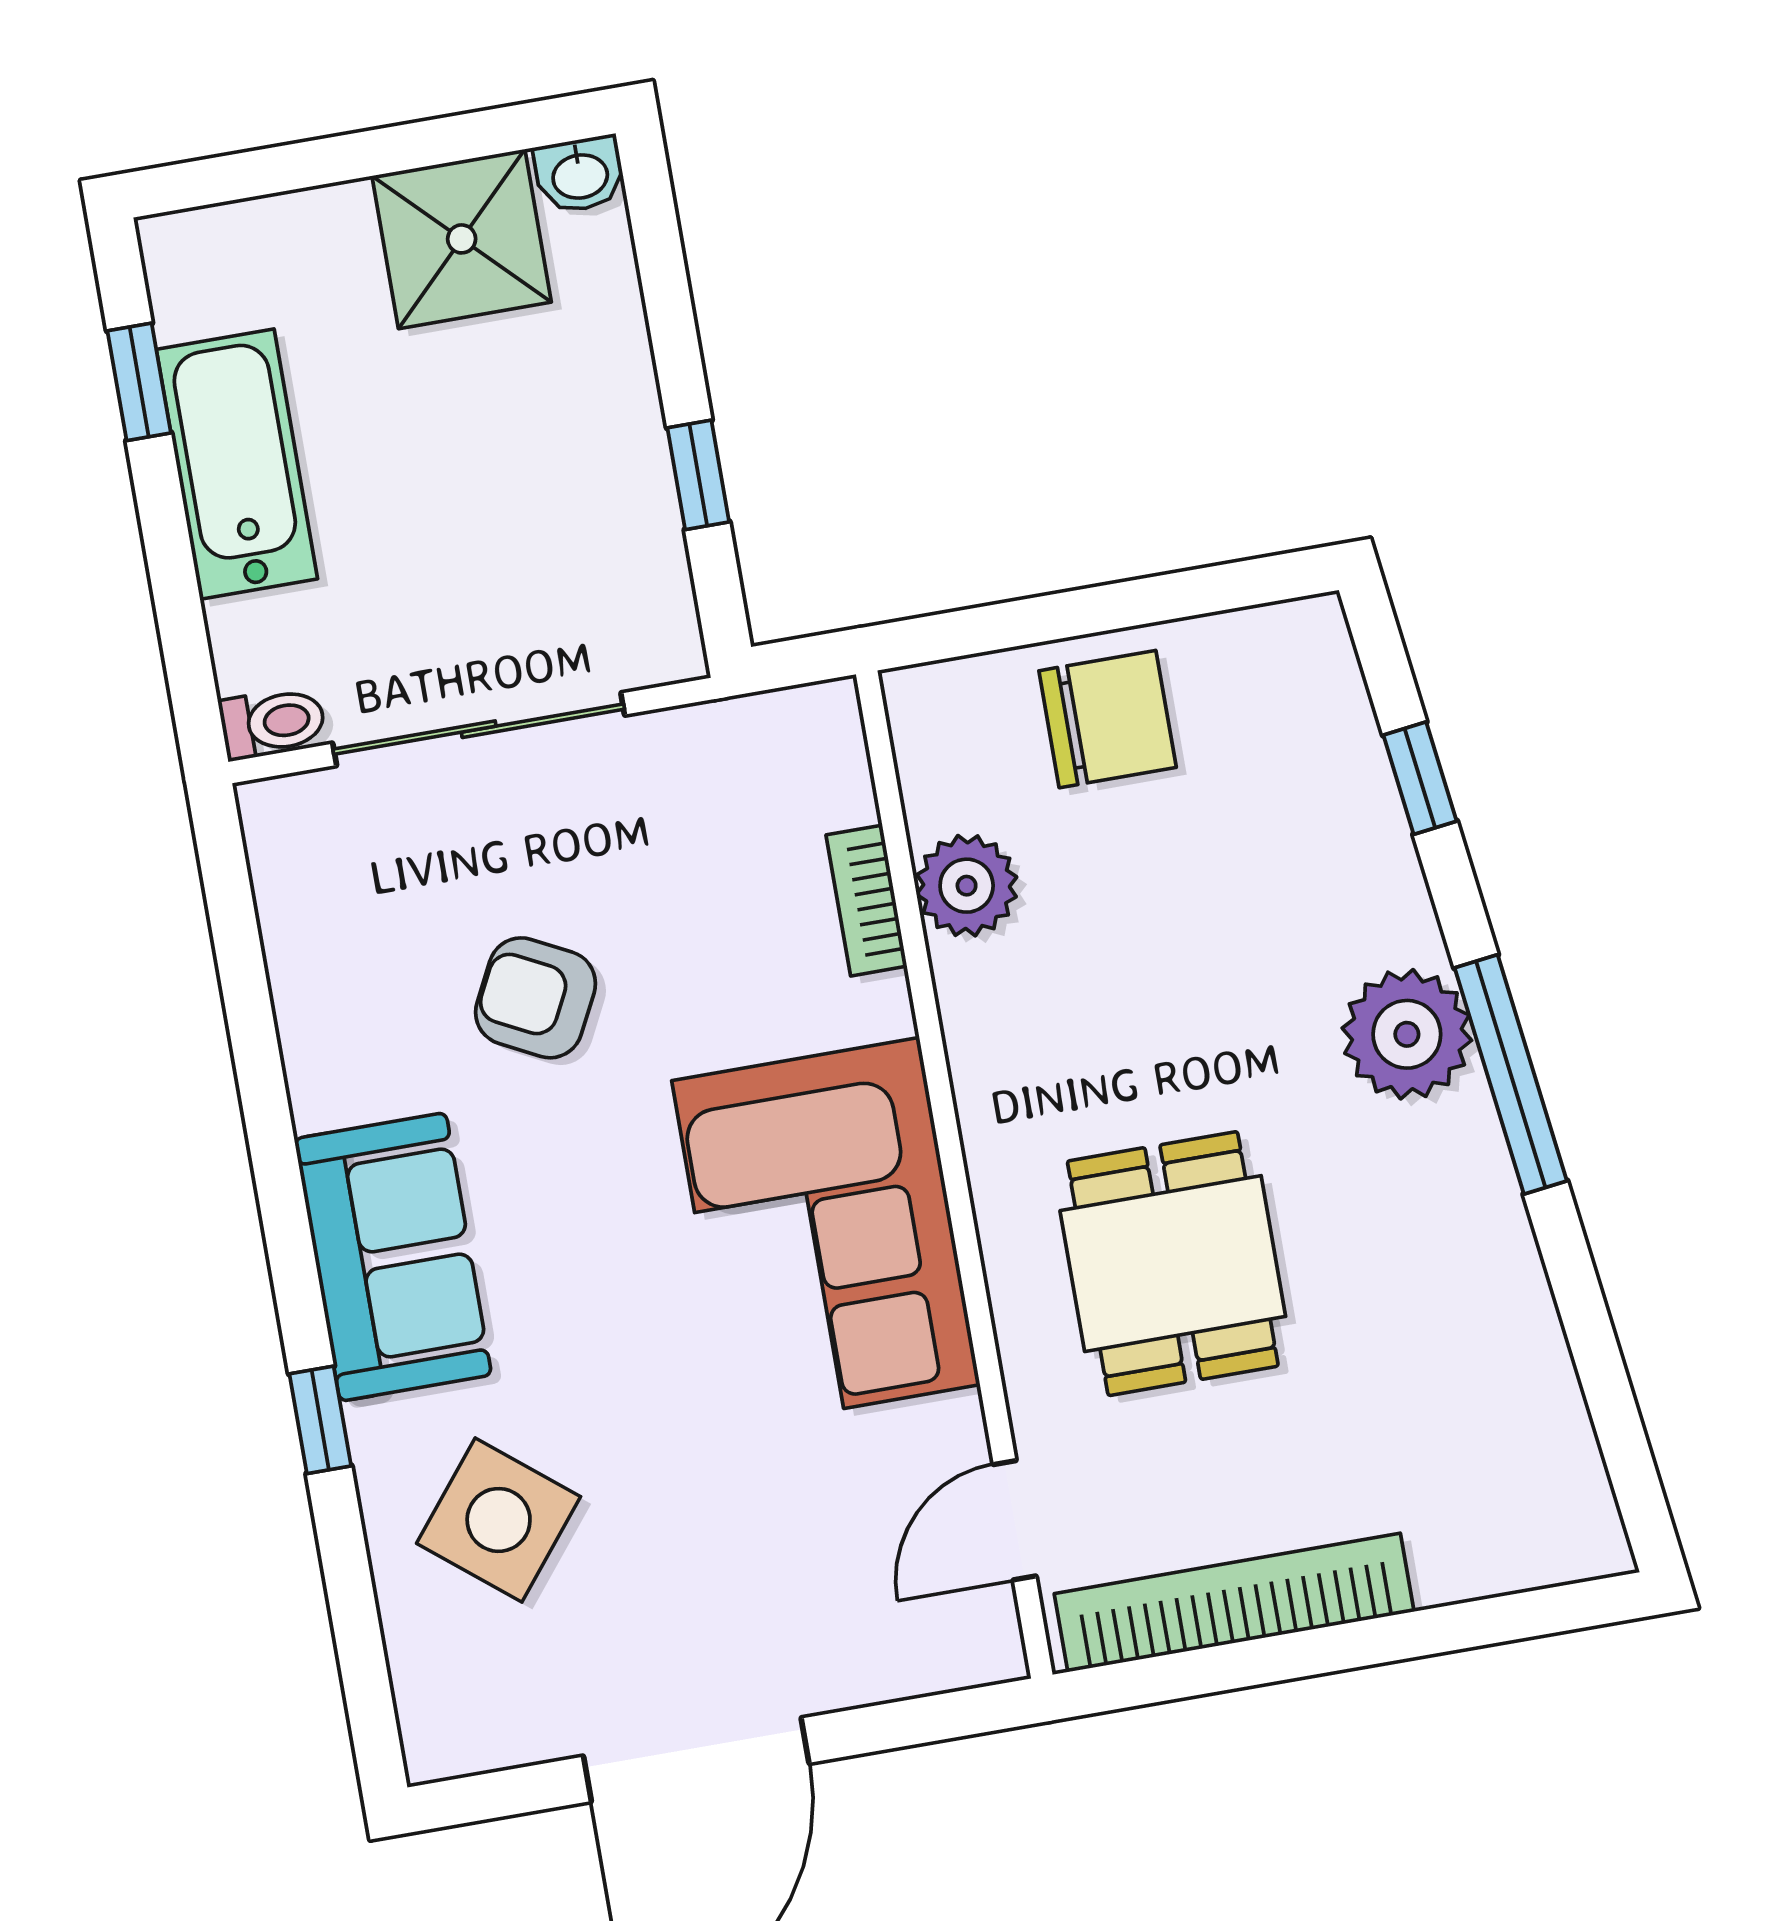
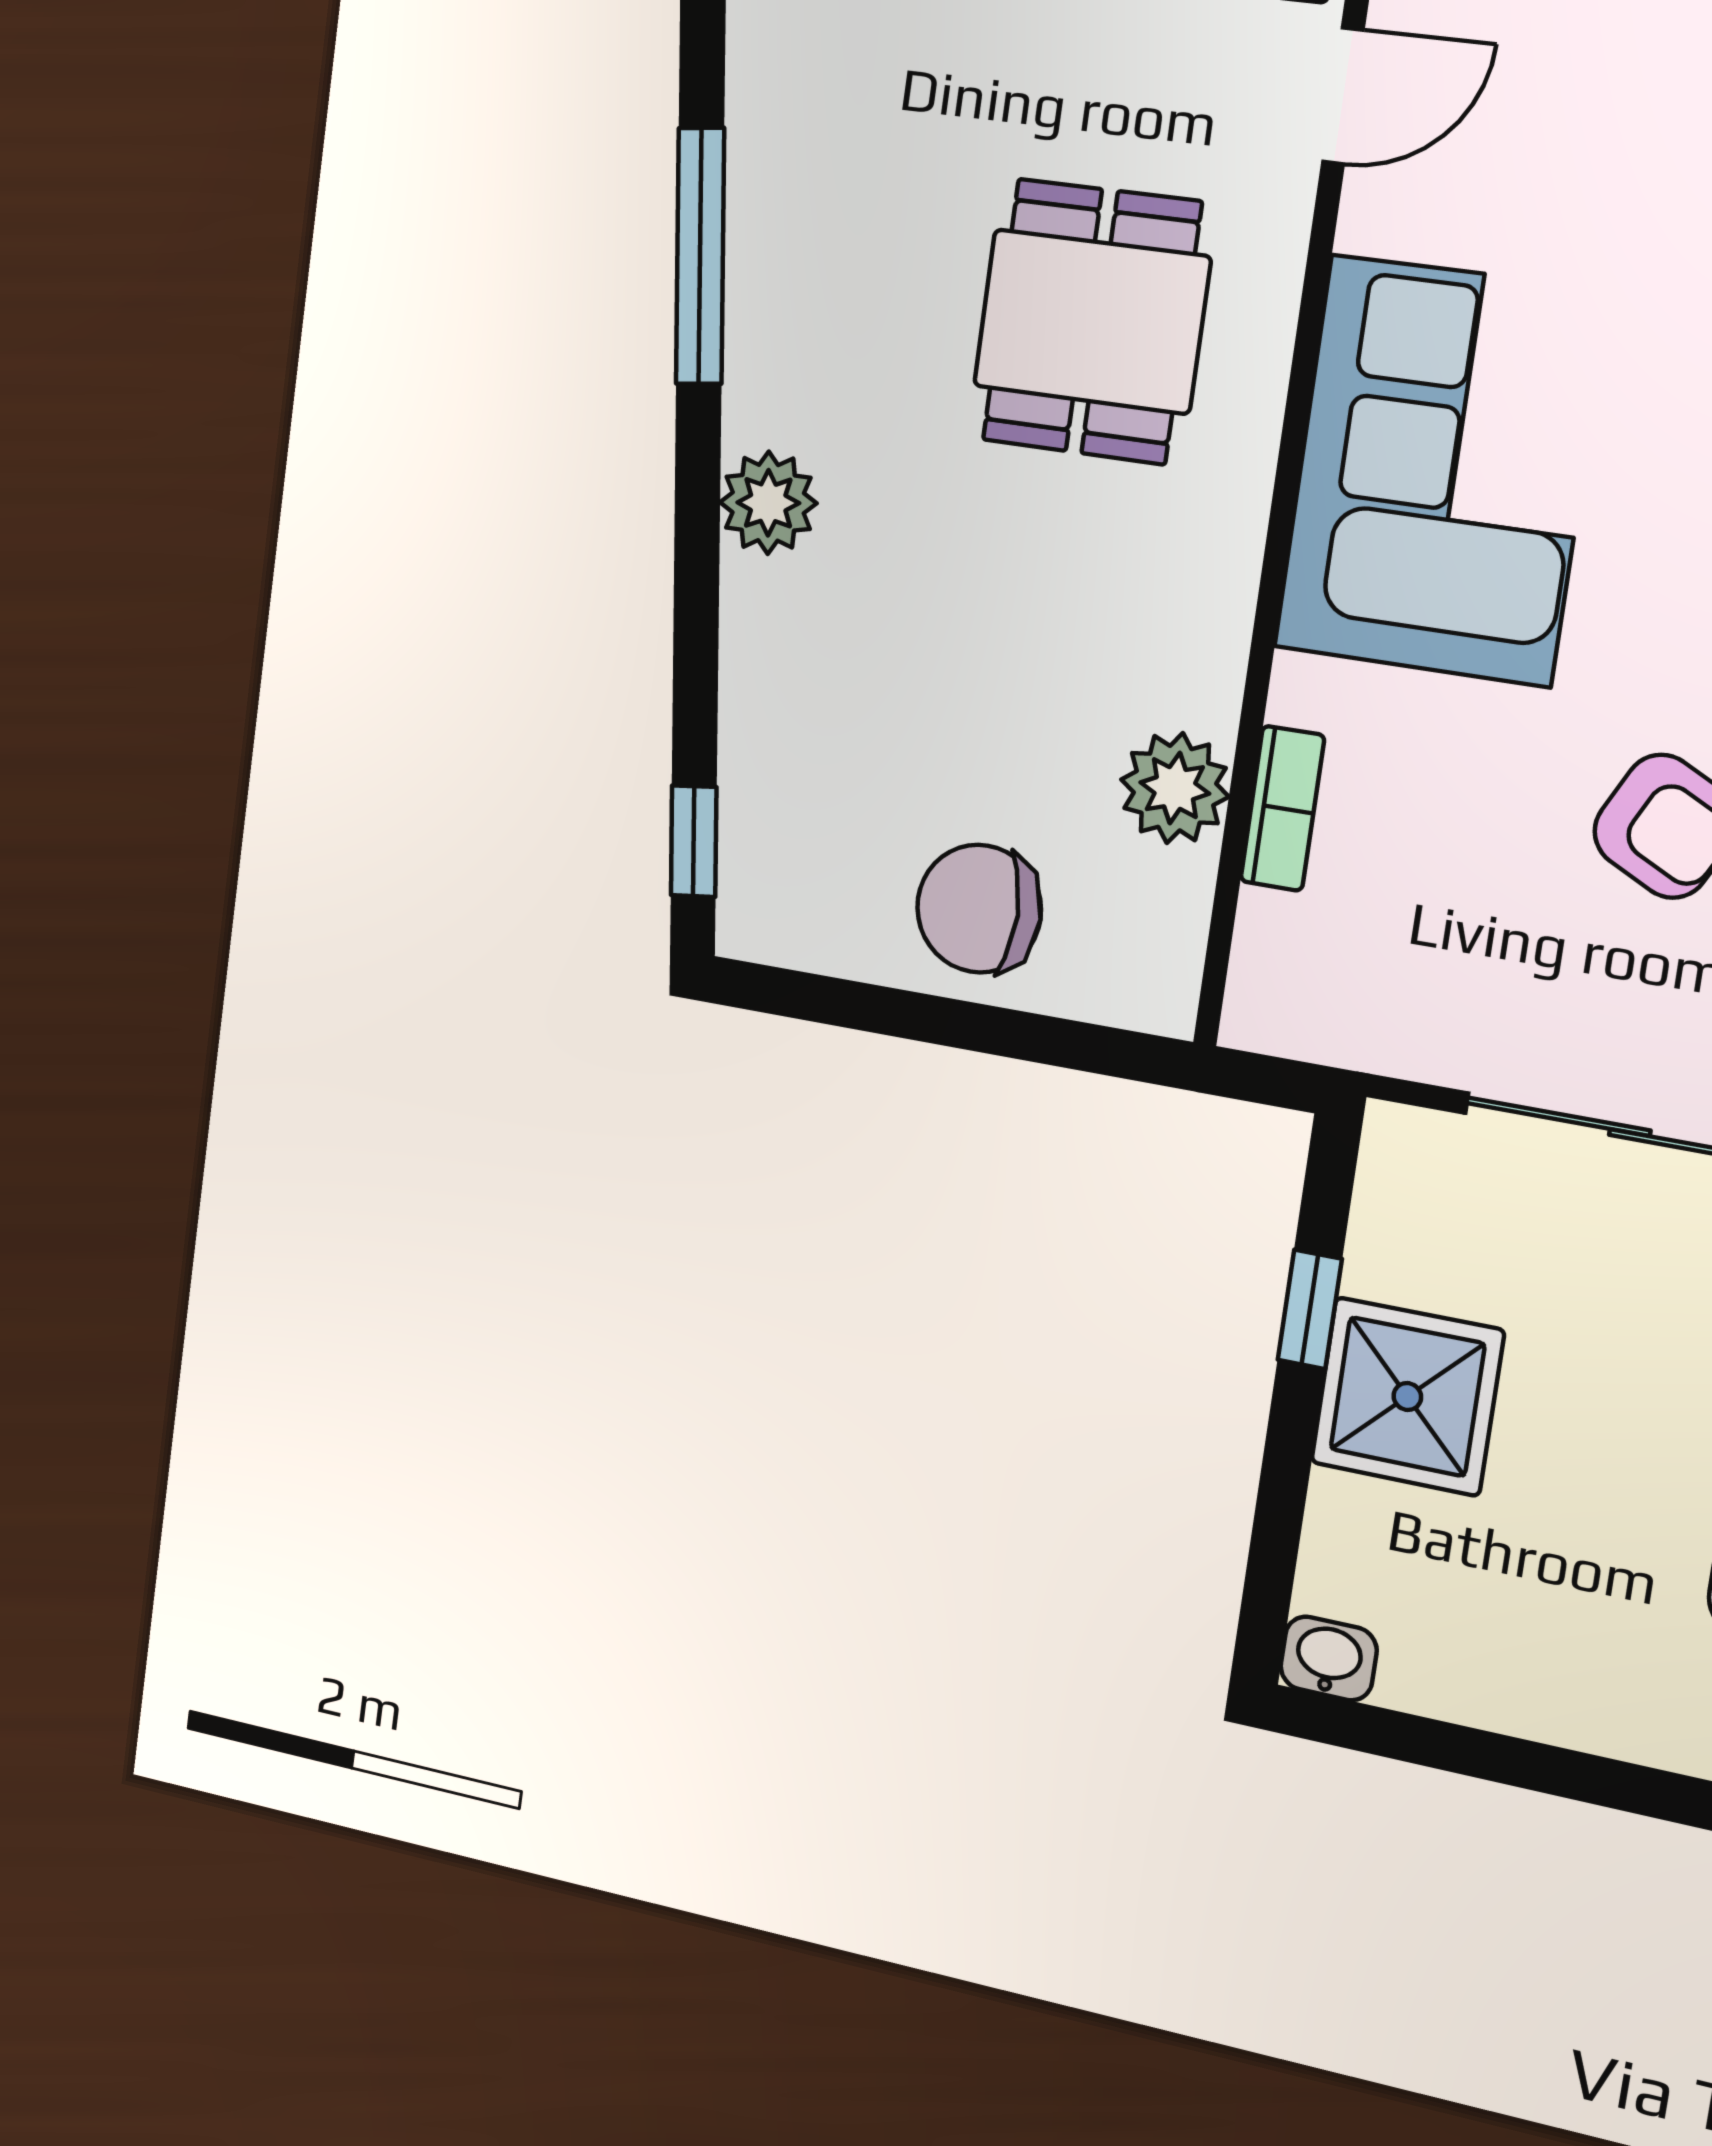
shower: (462, 239) -> (1407, 1397), moved
window: (1420, 778) -> (694, 841), moved
plant: (1407, 1034) -> (768, 503), width x0.73, depth x0.73
window: (1511, 1074) -> (700, 256), moved

